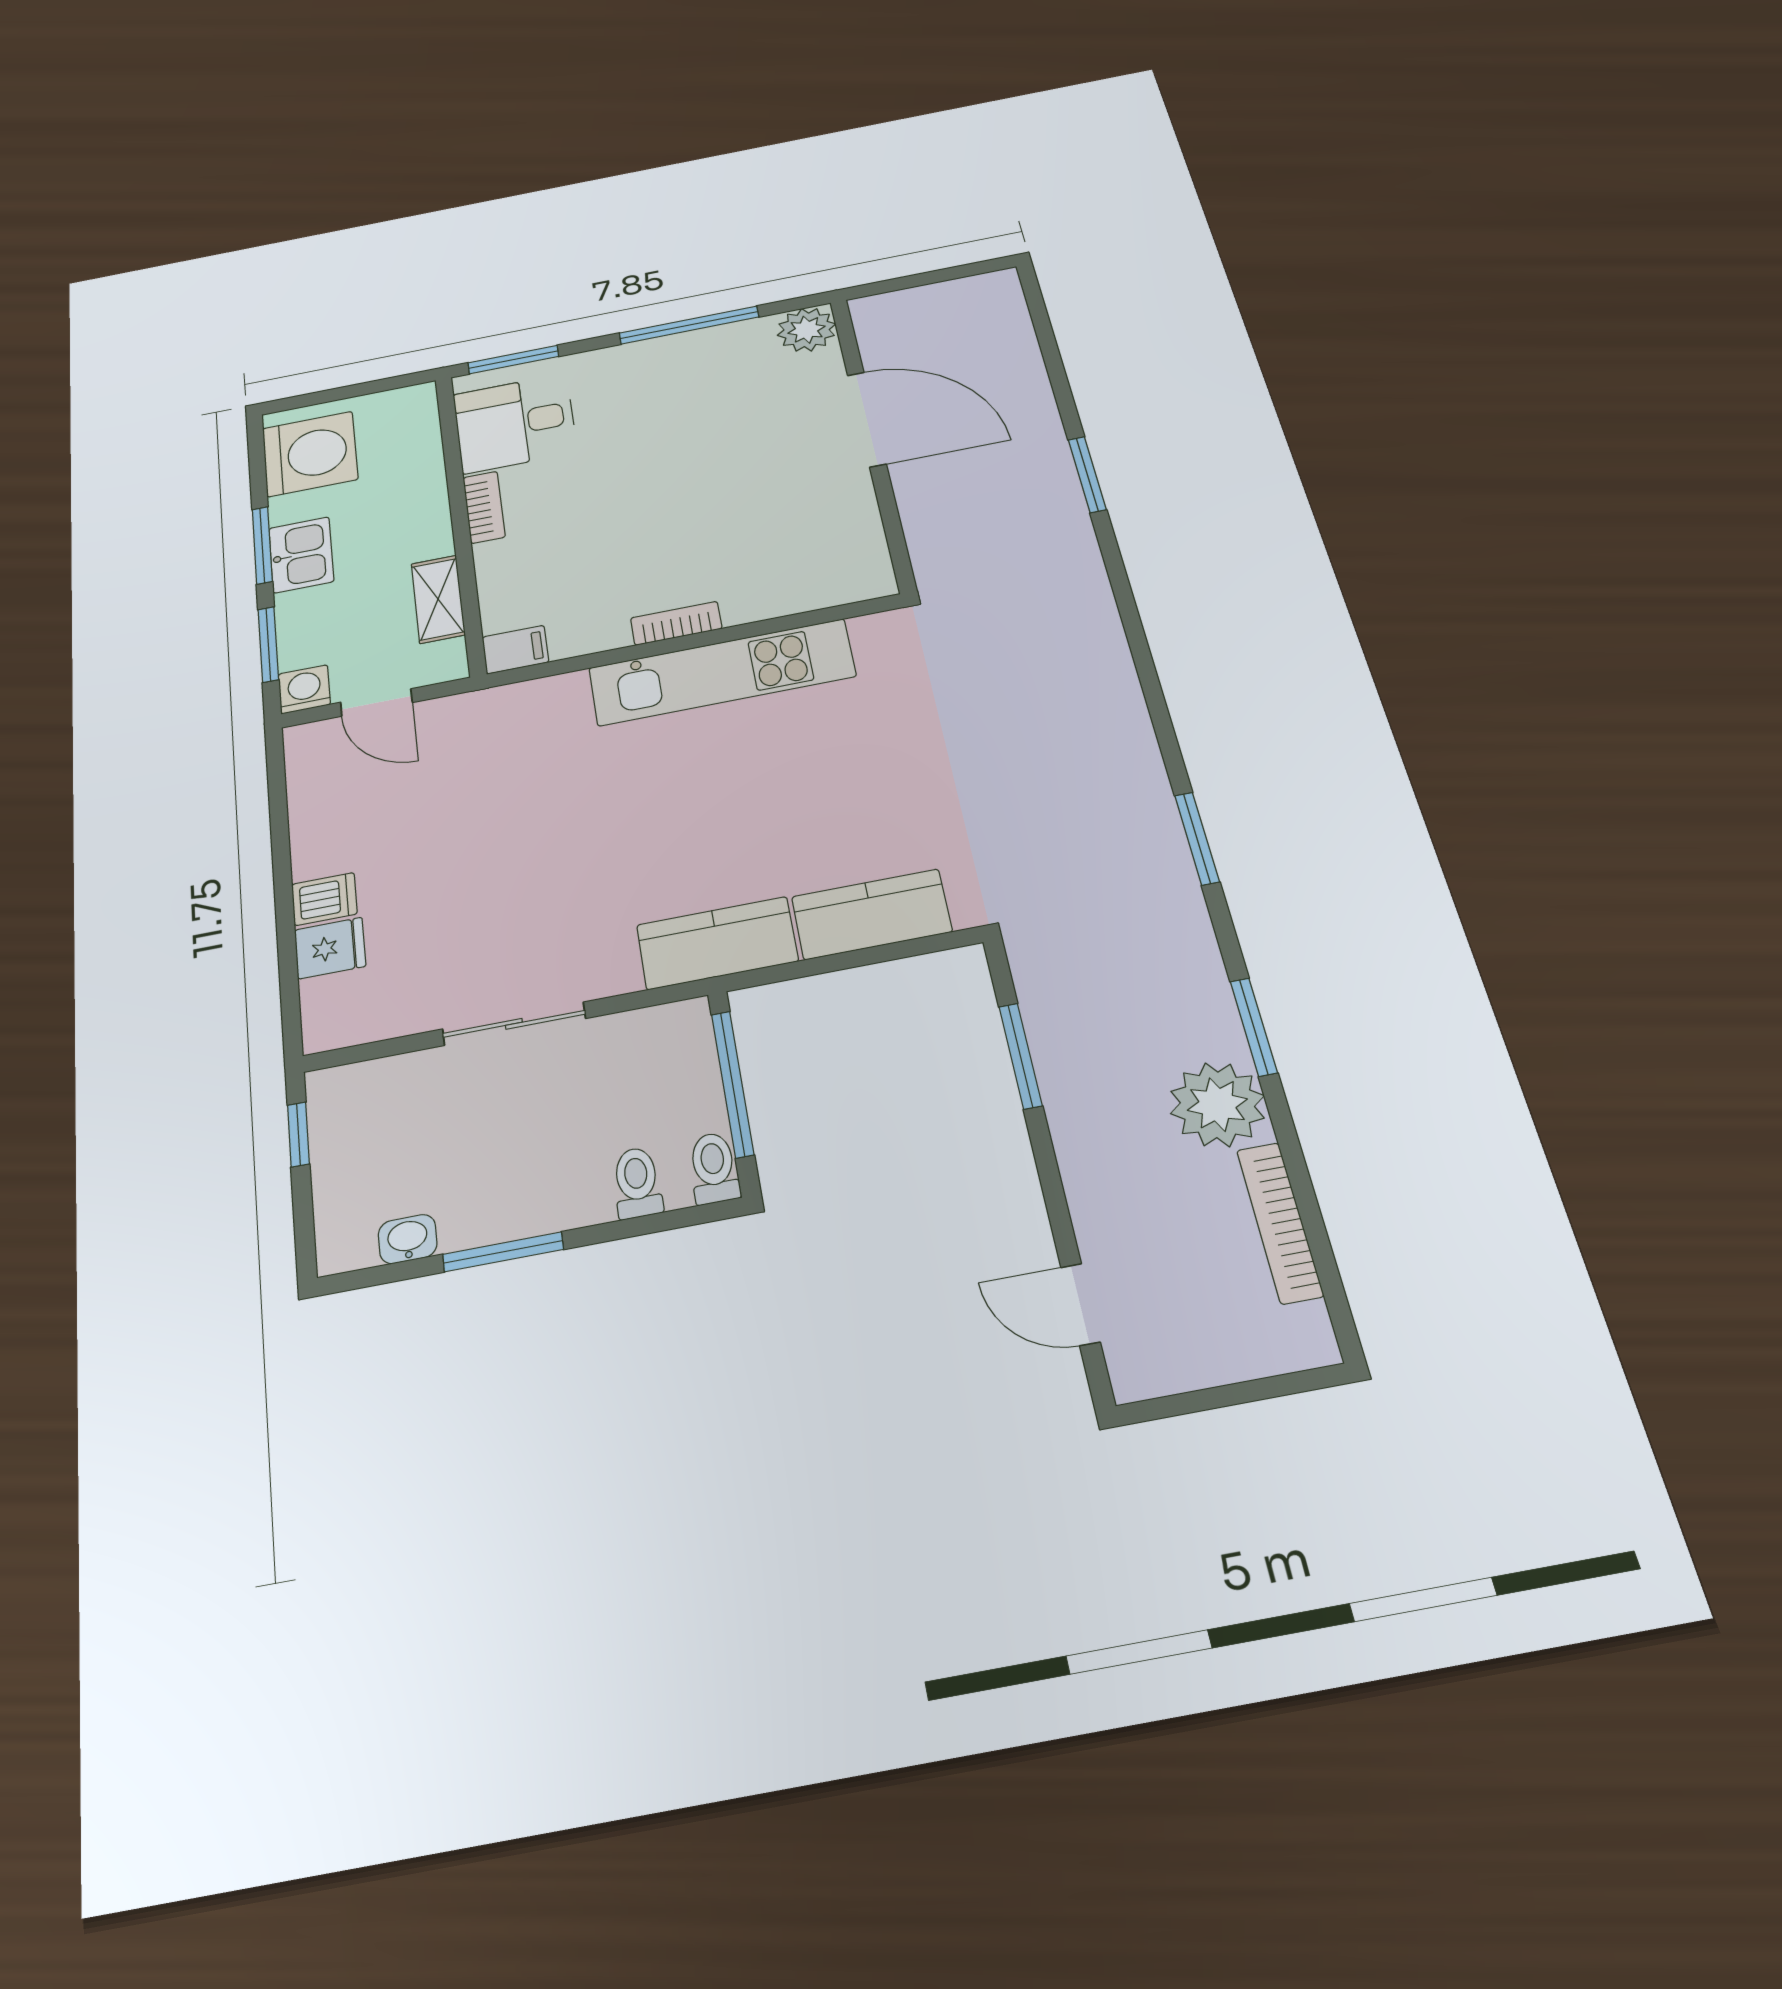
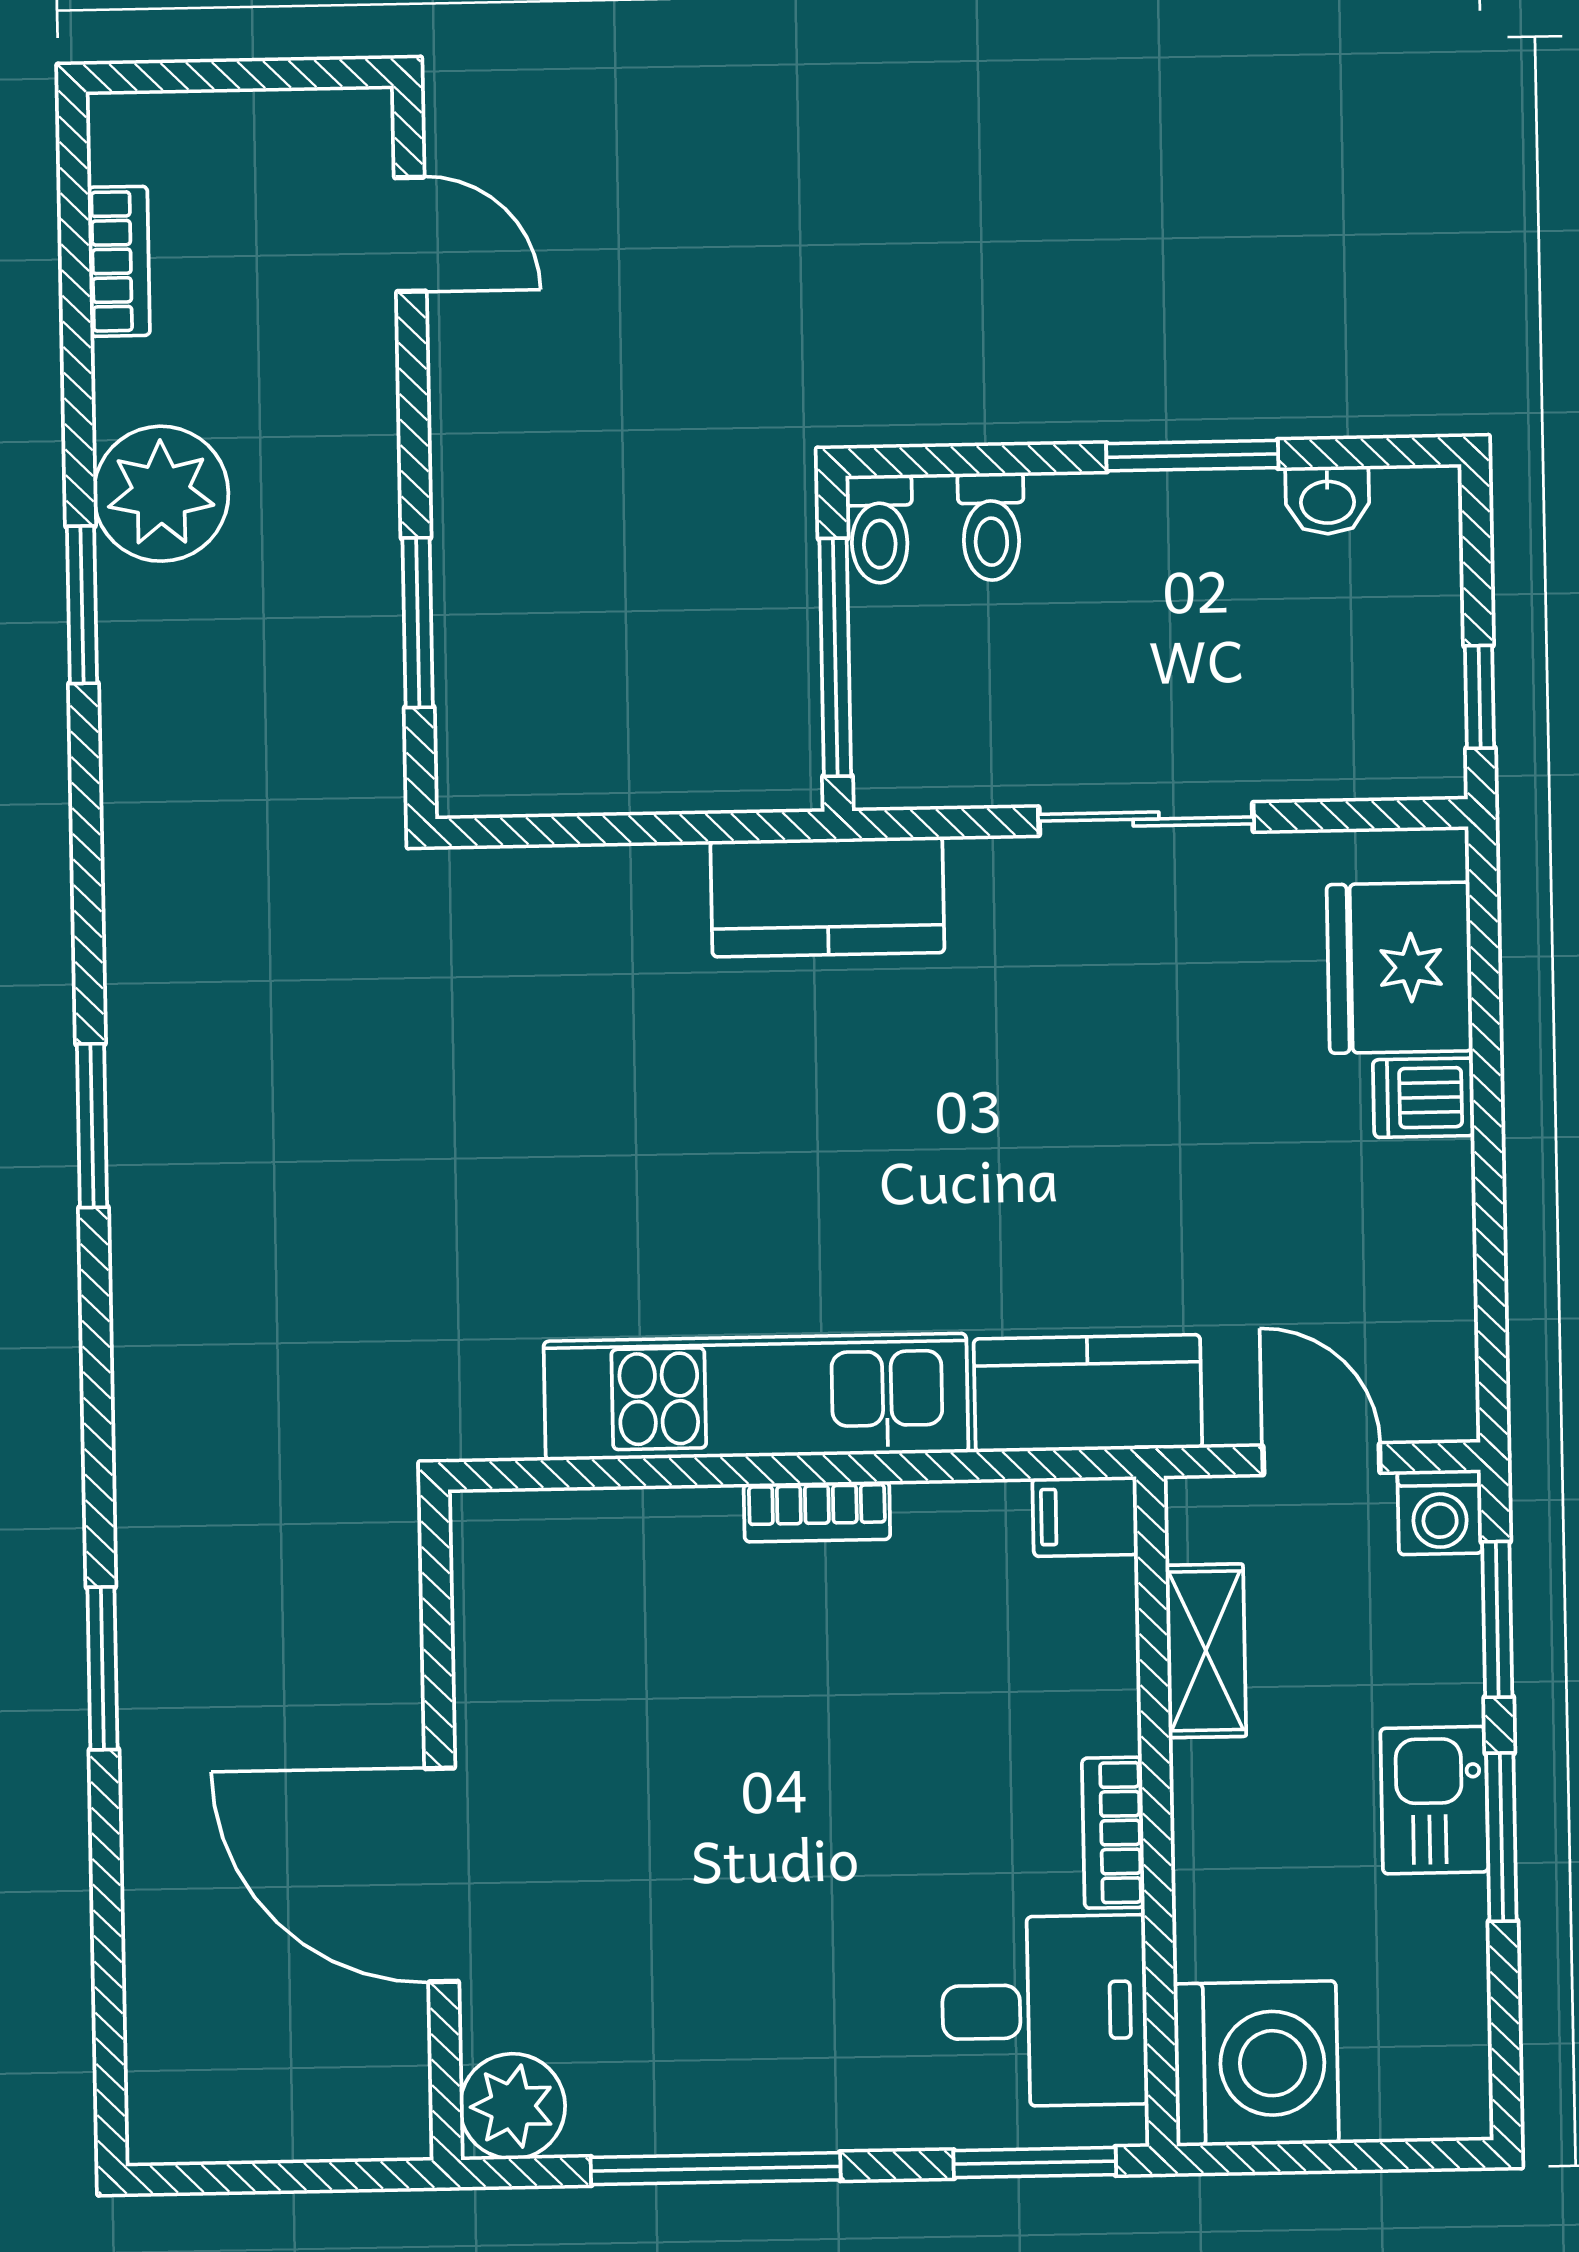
washing machine: (310, 454) -> (1256, 2064), moved, turned 180
window: (1197, 838) -> (92, 1126), moved
kitchen counter: (872, 914) -> (1088, 1393), moved, turned 180
fridge: (330, 948) -> (1400, 968), width x1.88, depth x1.34
bookcase: (1280, 1222) -> (119, 261), width x0.64

